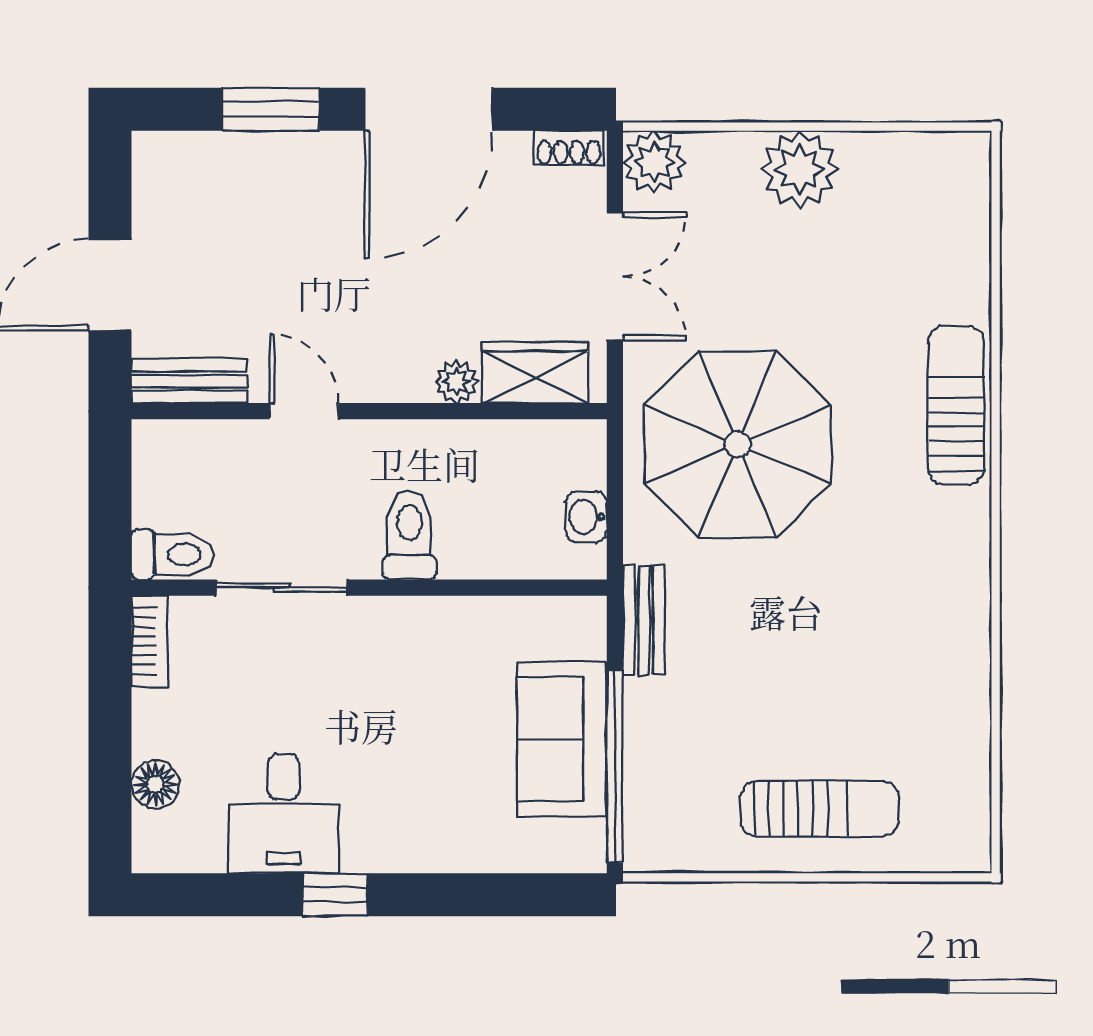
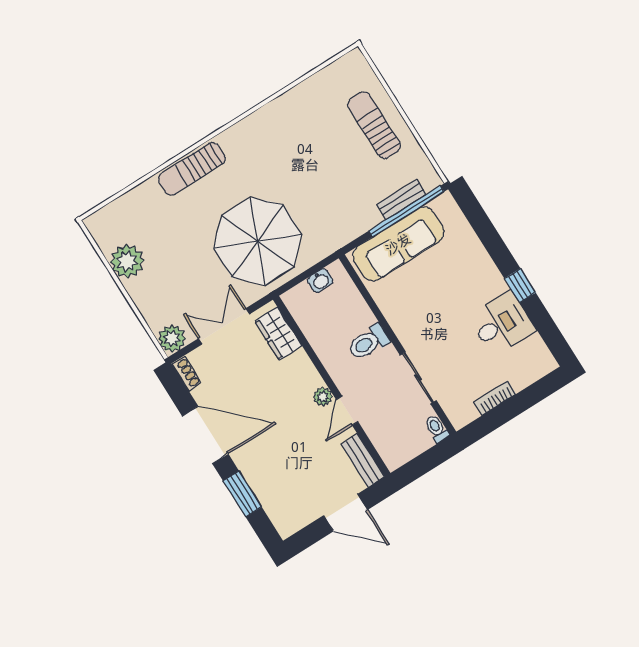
plant: (800, 169) -> (127, 261), moved
plant: (457, 382) -> (323, 397), moved
toilet: (173, 554) -> (437, 429), width x0.73, depth x0.72
bench: (644, 620) -> (401, 200), moved
bookcase: (150, 641) -> (495, 398), moved
sofa: (562, 739) -> (398, 244), width x1.36
floor lamp: (155, 784) -> (521, 378), removed

